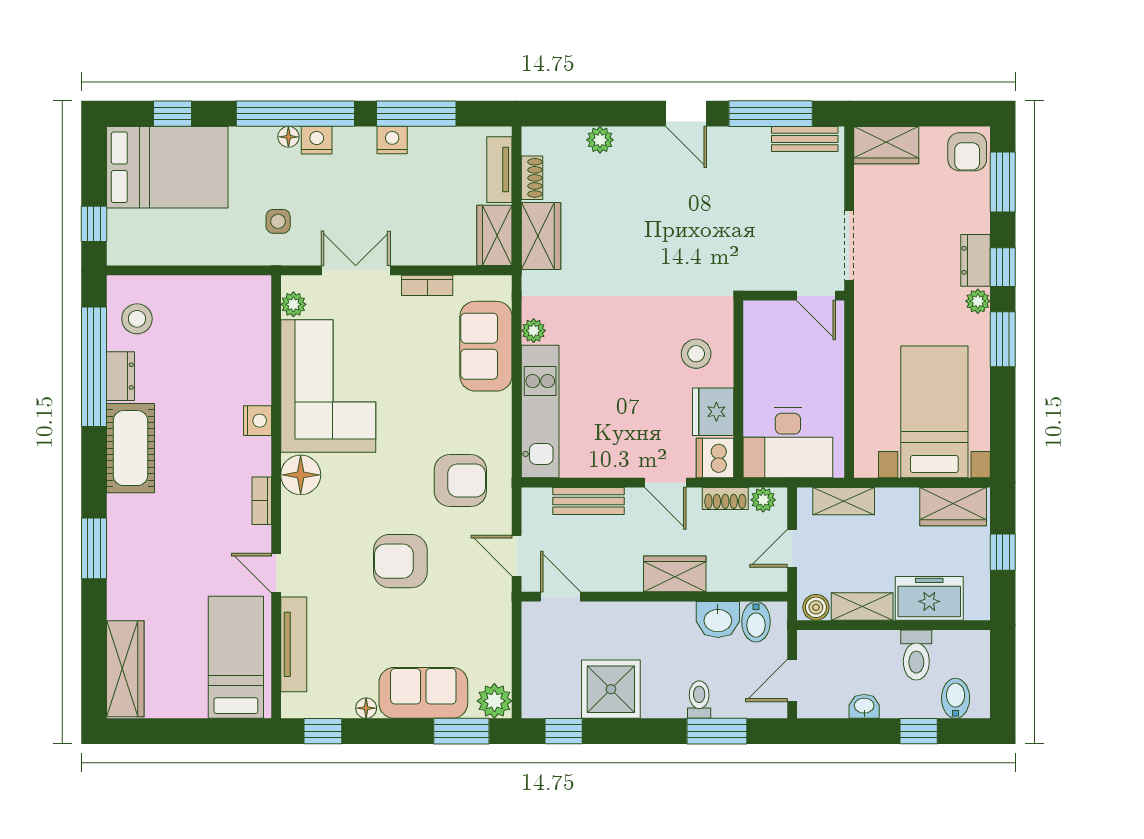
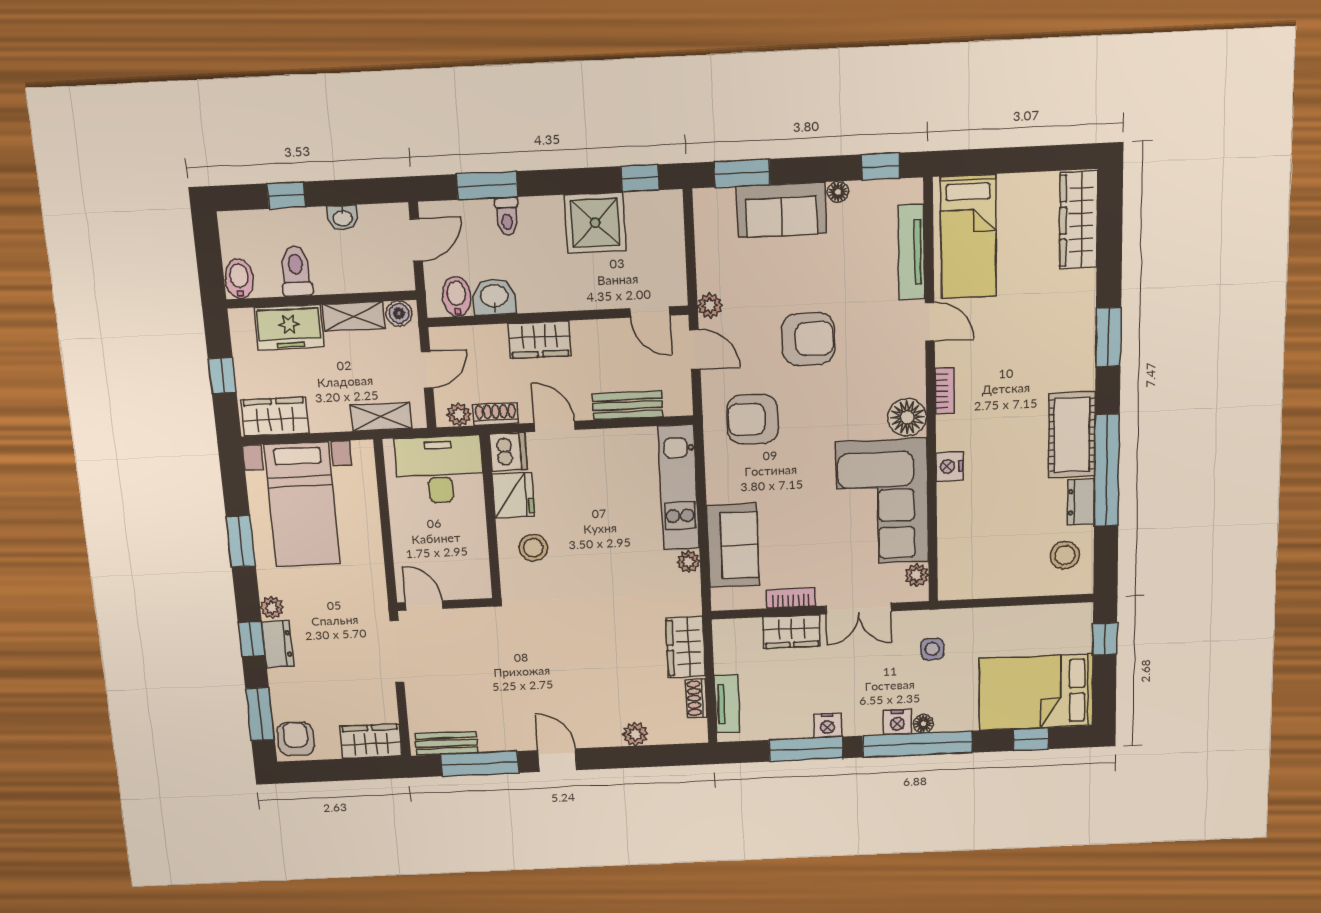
wardrobe: (494, 235) -> (792, 632), moved, turned 90
window: (1003, 339) -> (241, 541), moved
window: (94, 367) -> (1107, 470), moved
bidet: (956, 698) -> (239, 279), moved, turned 180
plant: (494, 701) -> (710, 306), moved, width x0.73, depth x0.73

